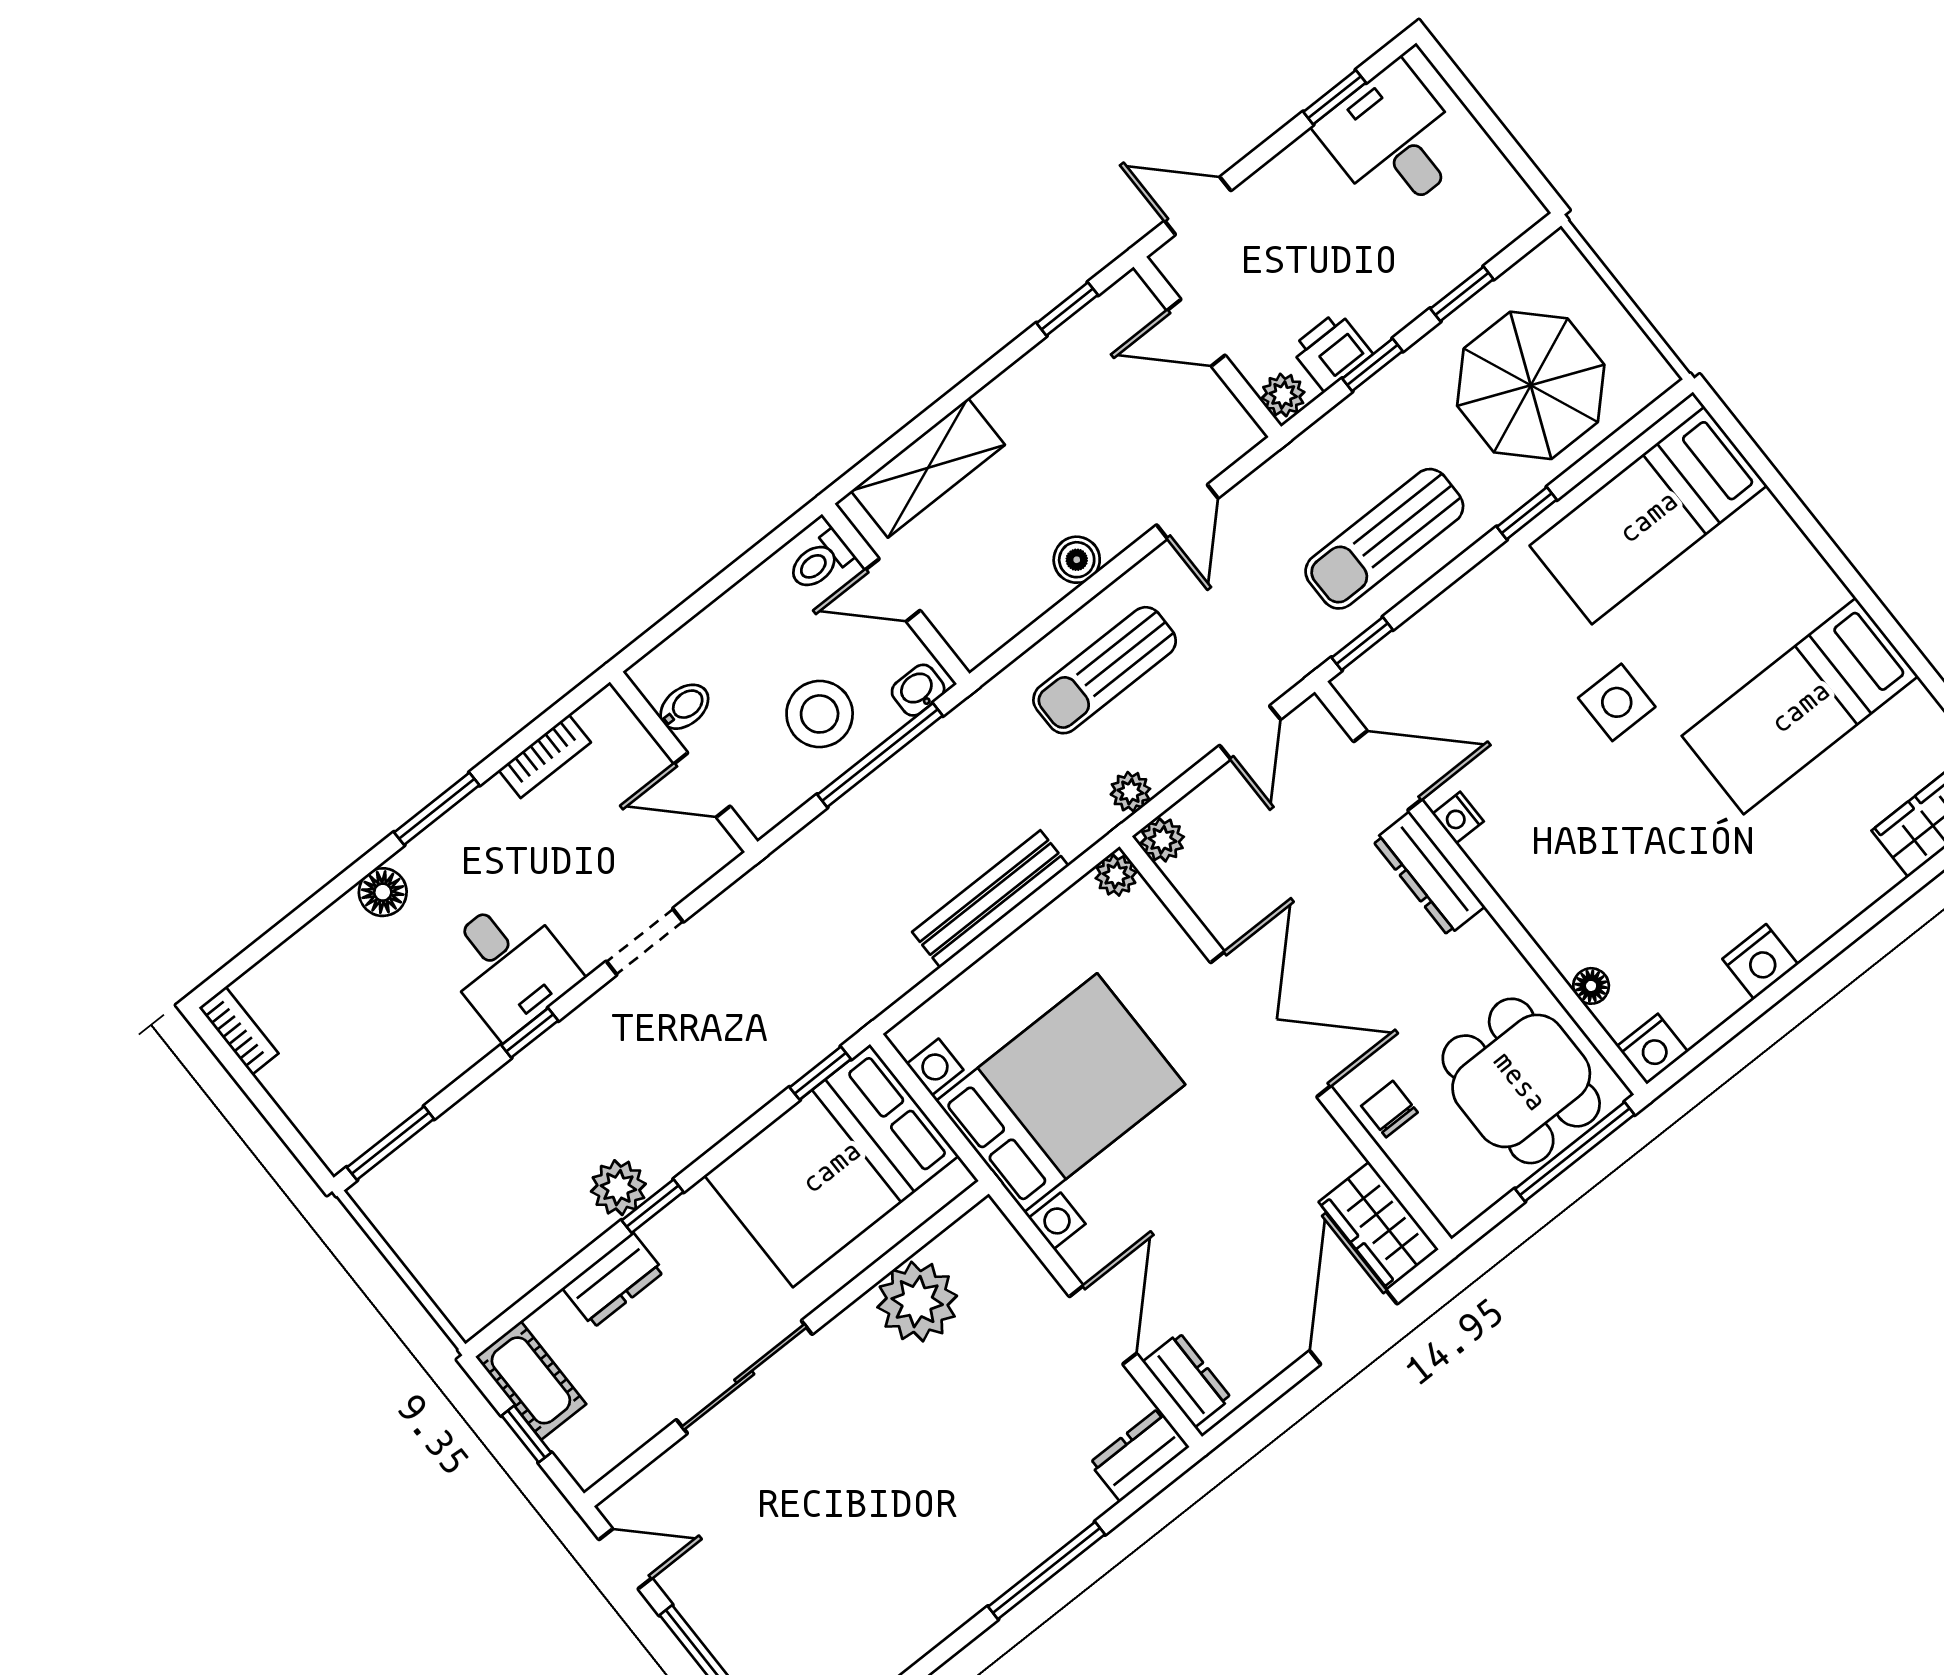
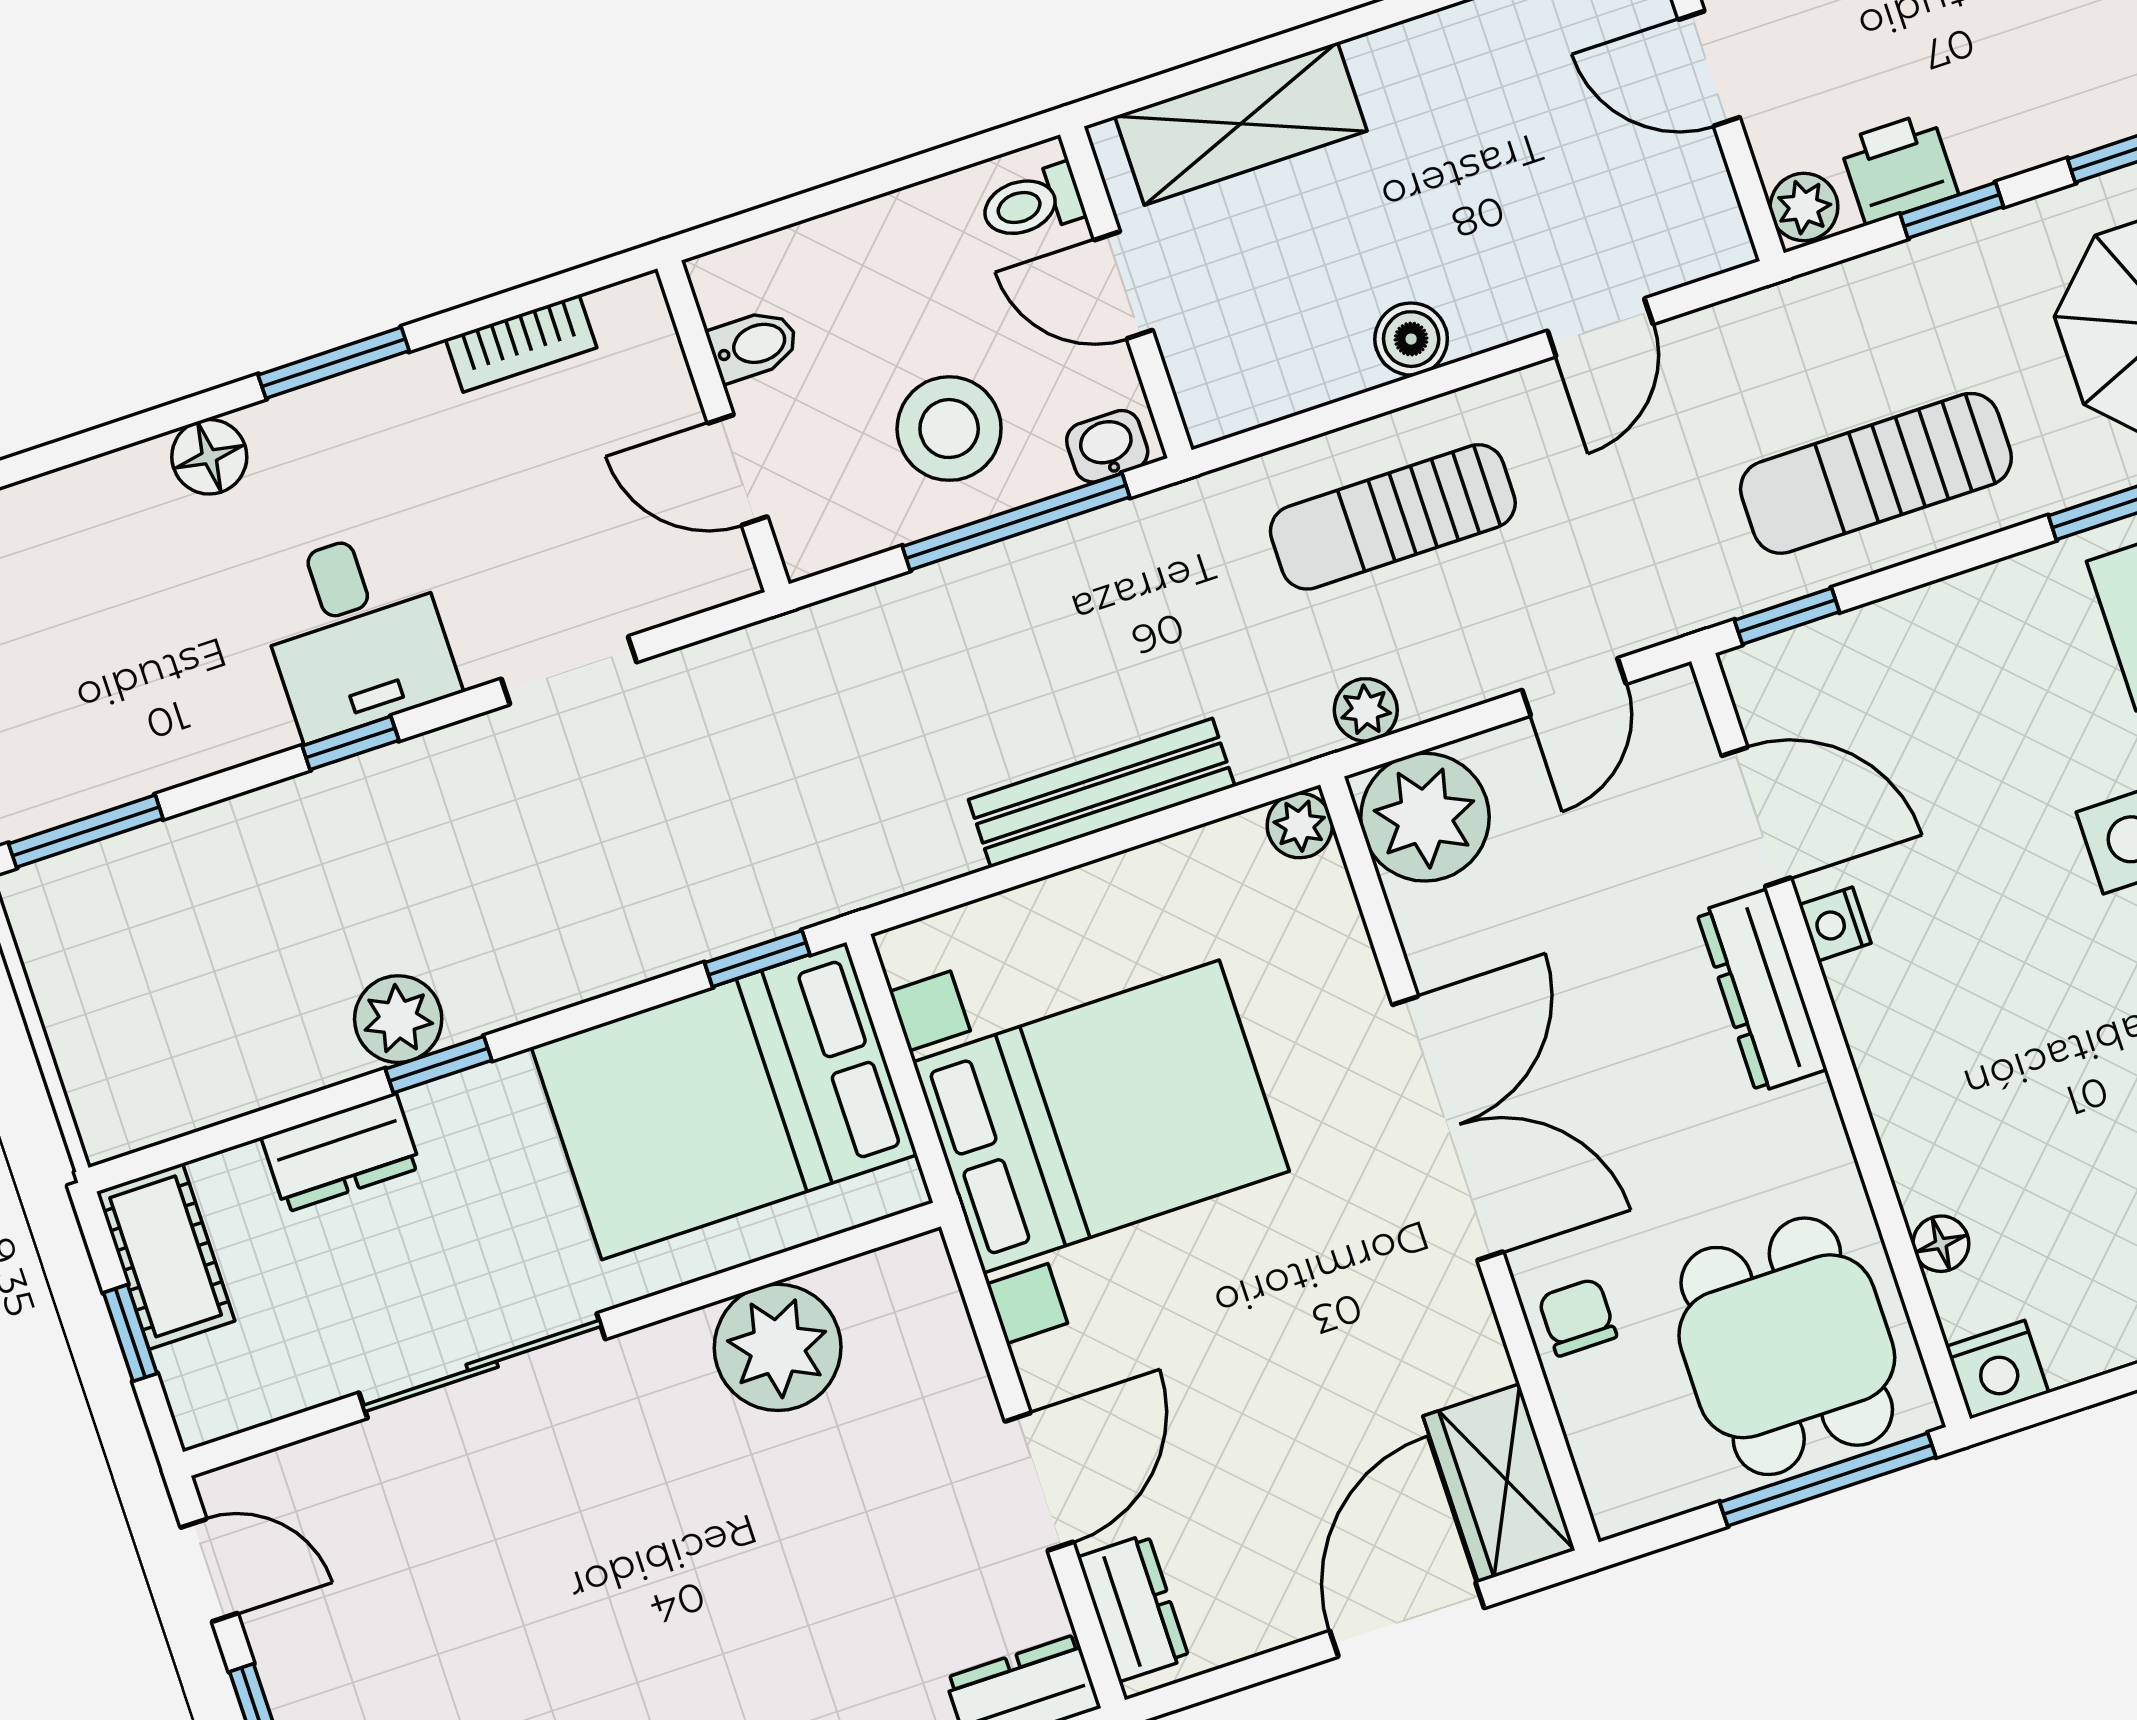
plant: (1162, 840) -> (1425, 817), width x1.87, depth x1.87

